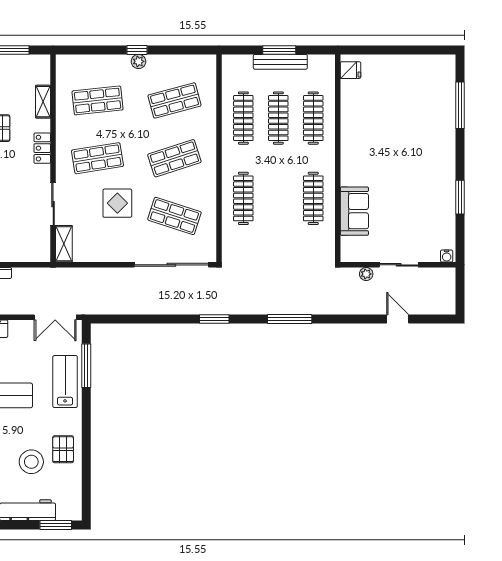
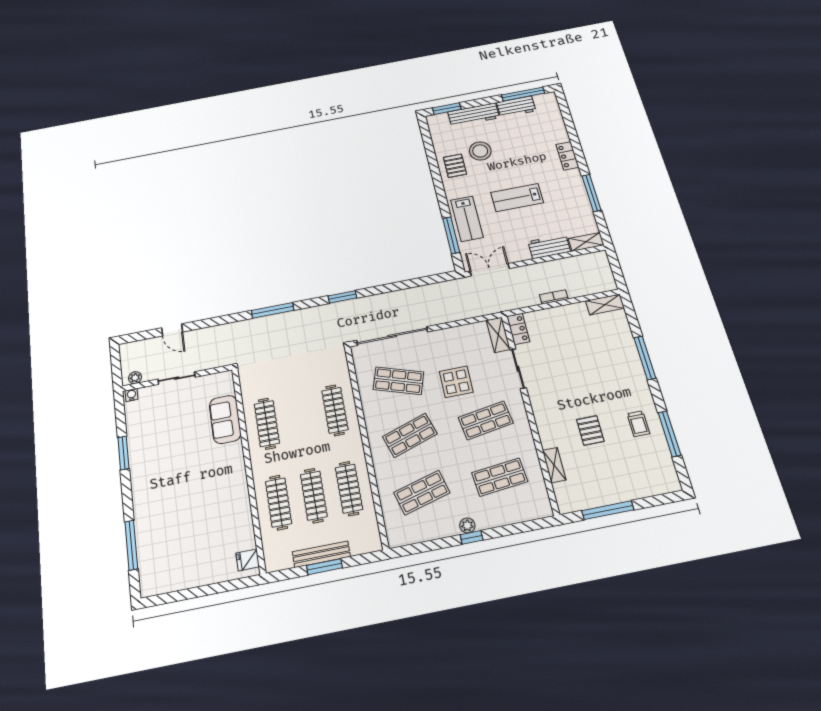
locker: (42, 148) -> (518, 329), moved
plant: (366, 274) -> (135, 378), moved

